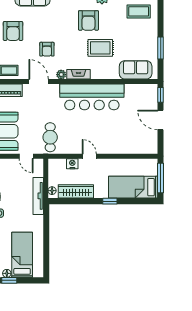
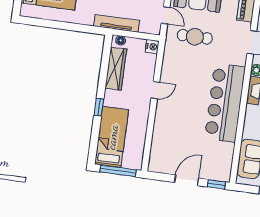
cafe table: (50, 137) -> (195, 37), moved
door: (26, 156) -> (166, 15), swing flipped
nightstand: (72, 164) -> (152, 47), moved

